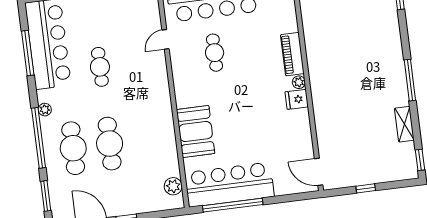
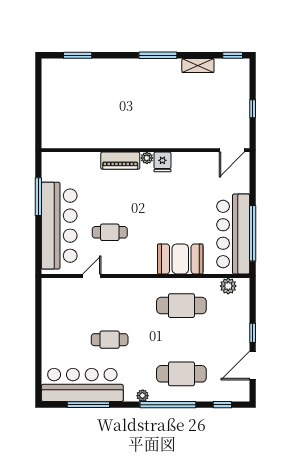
door: (165, 39) -> (92, 276), swing flipped
cafe table: (110, 144) -> (181, 306), moved
window: (46, 196) -> (222, 405), width x0.67

